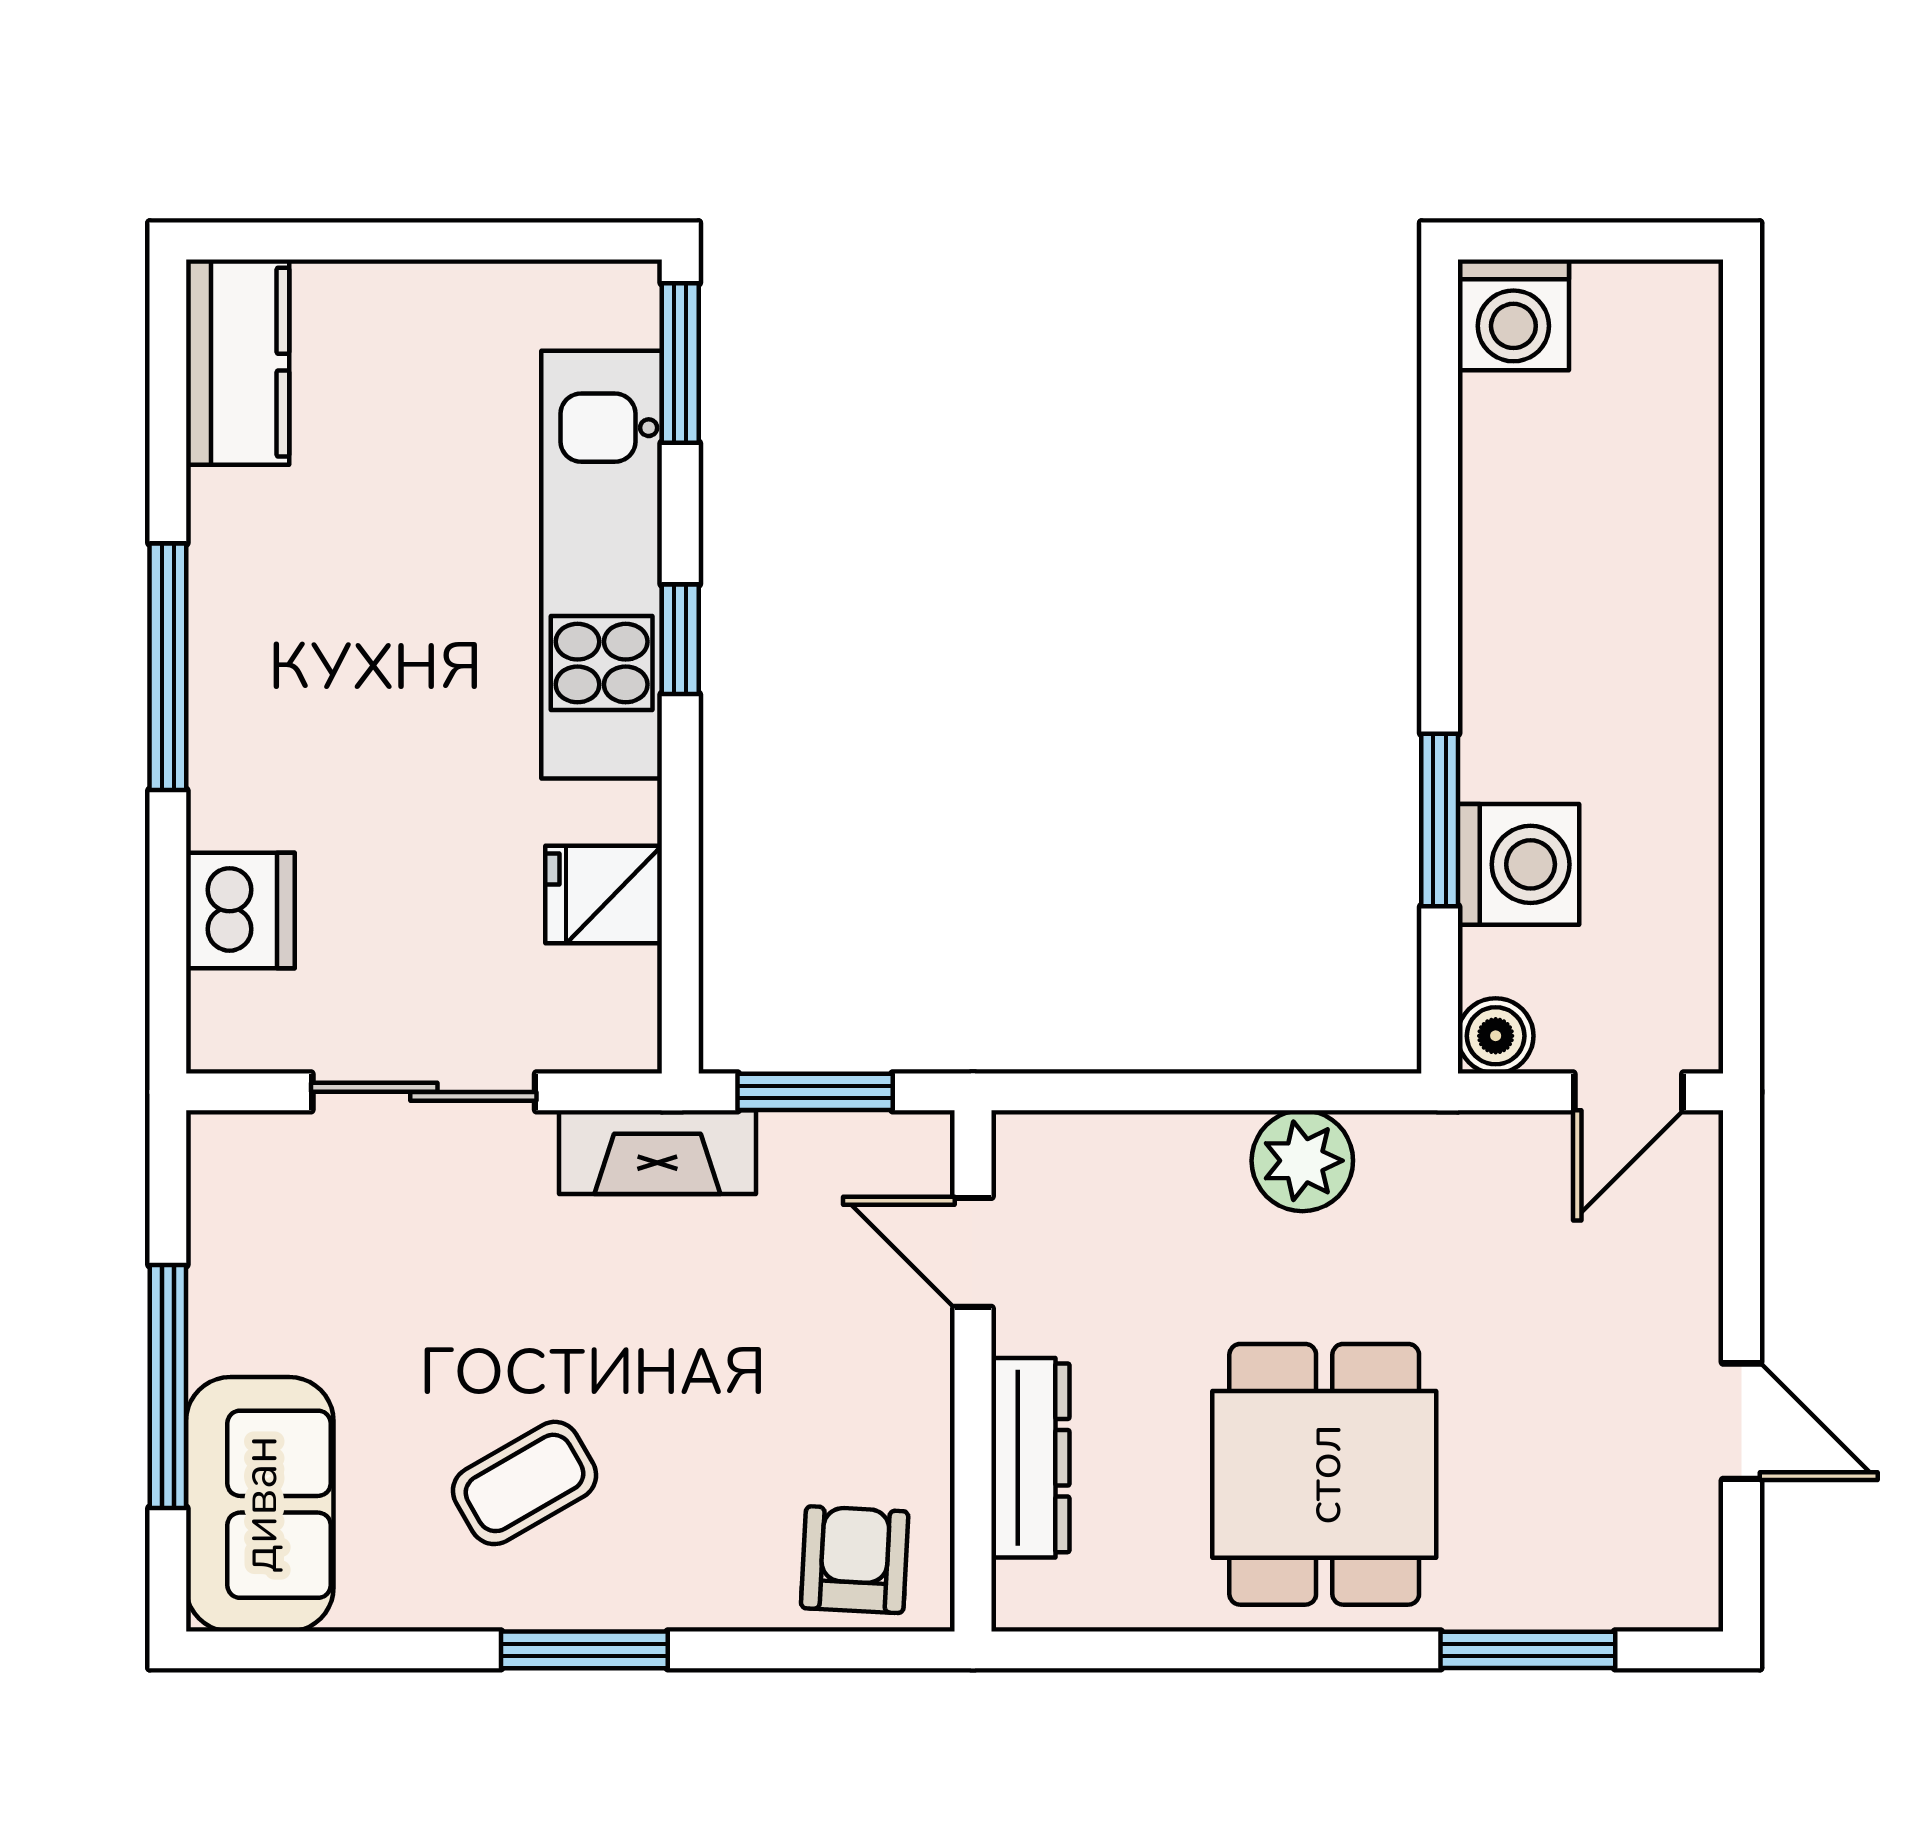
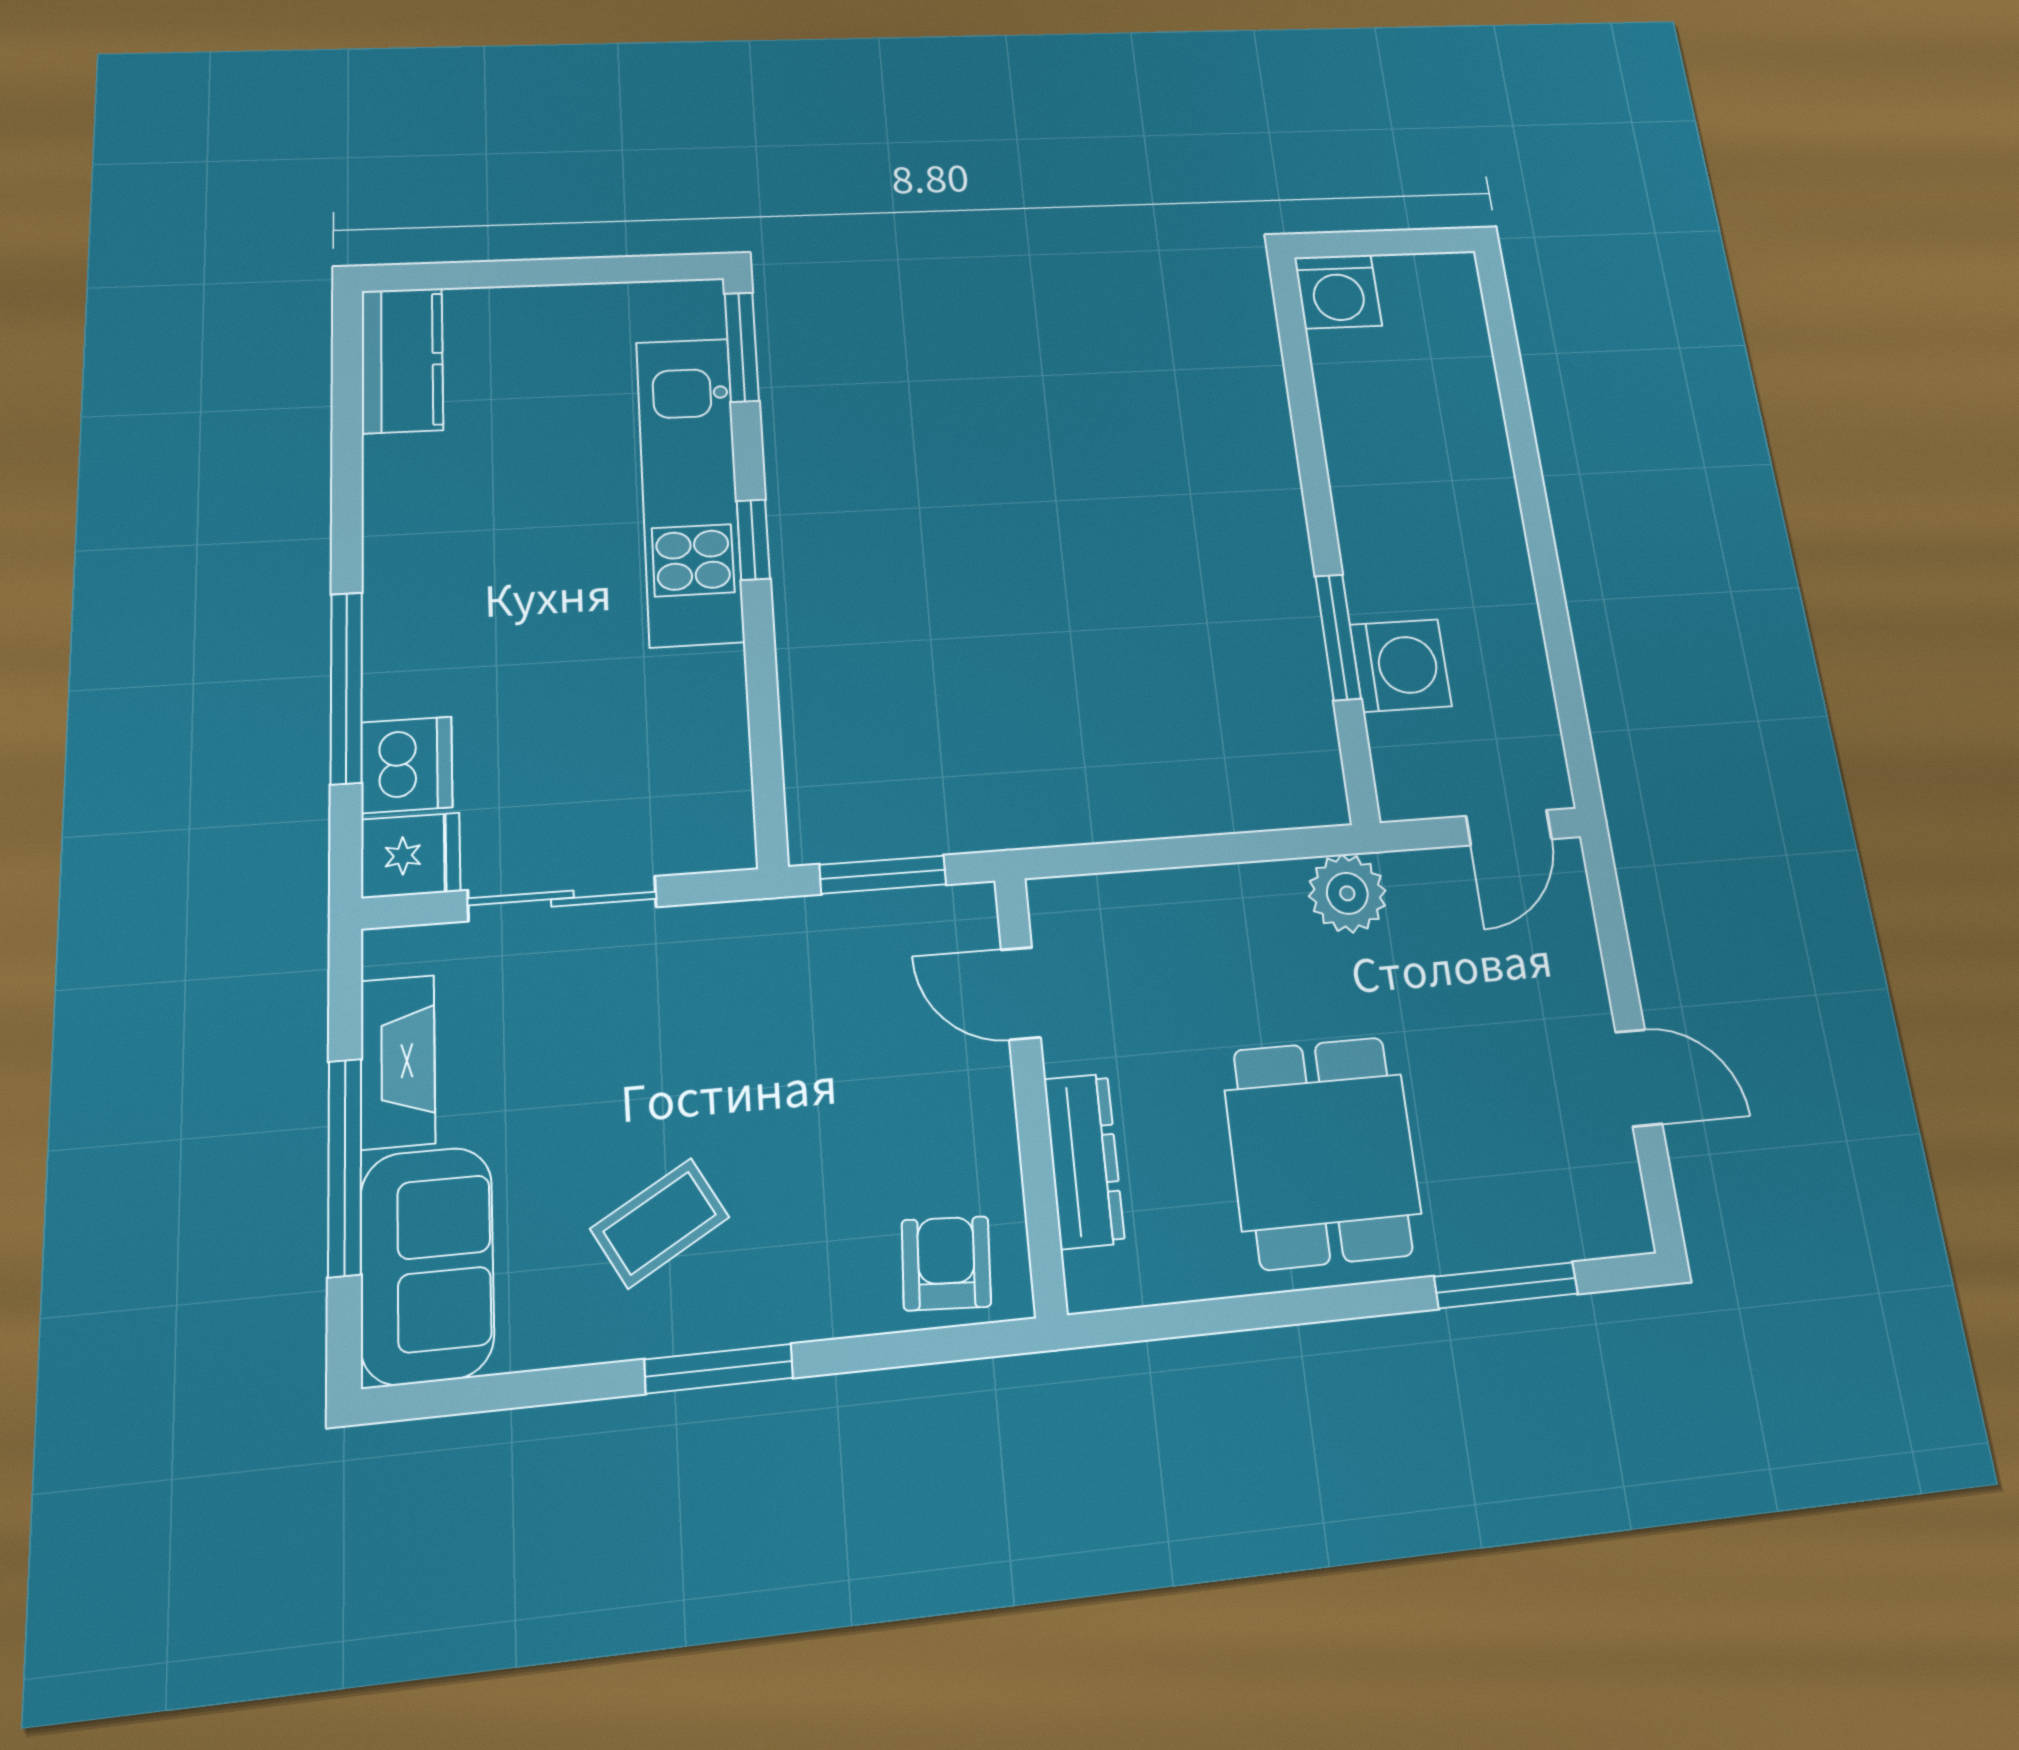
window: (168, 667) -> (346, 687), moved
fridge: (604, 895) -> (411, 855), moved, turned 180
boiler: (1496, 1036) -> (1403, 793), removed
fireplace: (657, 1152) -> (398, 1062), moved, turned -90
plant: (1302, 1161) -> (1347, 893), moved

